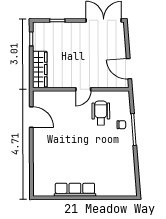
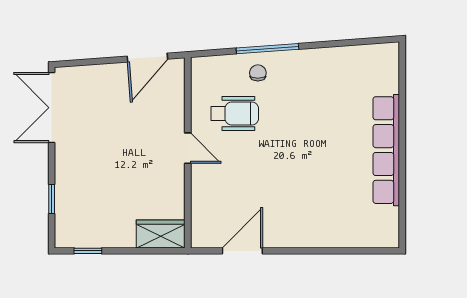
wardrobe: (40, 70) -> (161, 234), width x0.67
wheelchair: (101, 113) -> (235, 114), turned 180
row of seats: (75, 190) -> (386, 150), width x1.36

